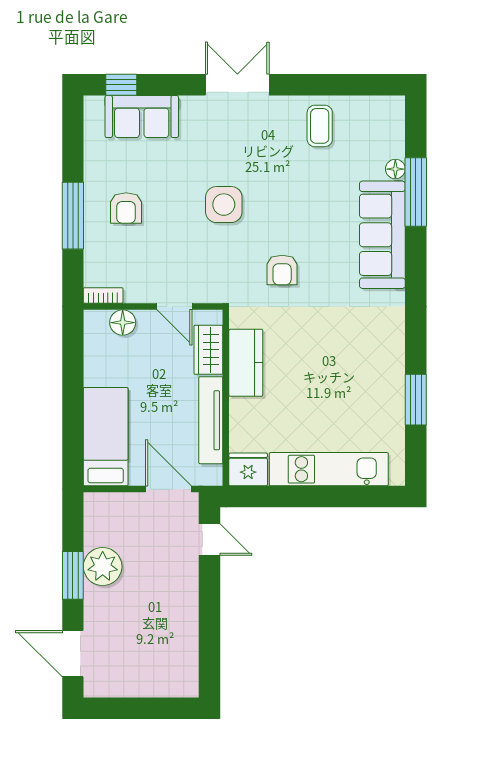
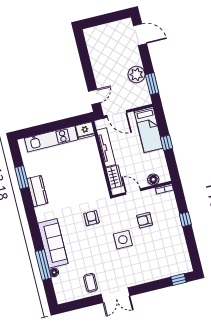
double door: (237, 85) -> (115, 295), moved
sofa: (142, 117) -> (167, 268), removed
armchair: (126, 208) -> (145, 220), moved, turned -90
window: (73, 216) -> (185, 219), width x0.46
kitchen counter: (246, 363) -> (37, 191), moved, turned 180
window: (73, 397) -> (167, 143), added
door: (209, 540) -> (94, 97), swing flipped
window: (73, 575) -> (152, 84), moved

